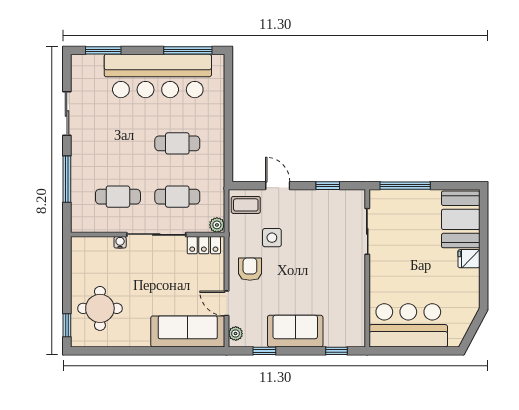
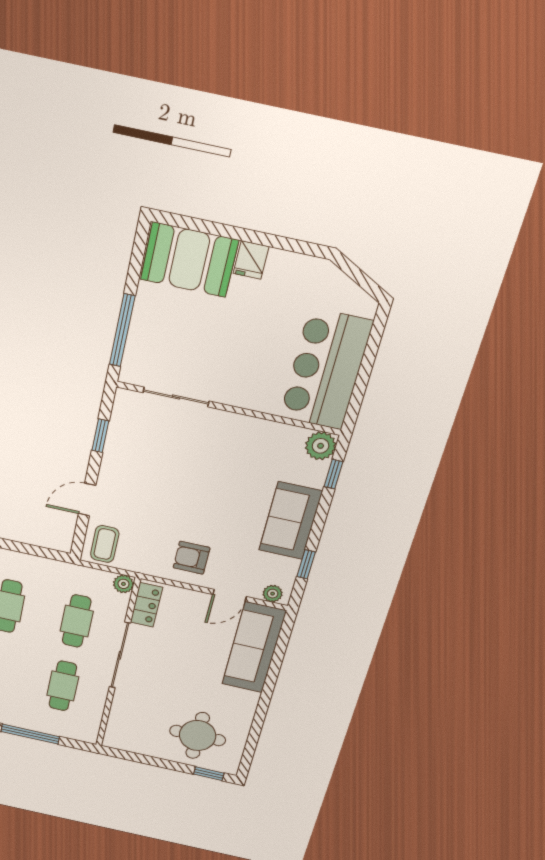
side table: (272, 238) -> (156, 522), removed
water cooler: (120, 242) -> (120, 696), removed
plant: (355, 337) -> (321, 446), added

